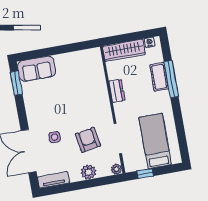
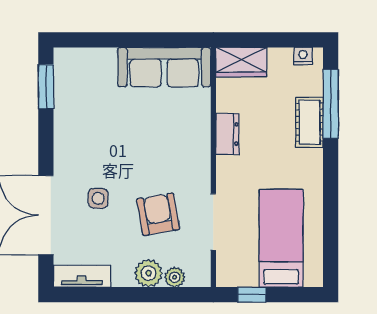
wardrobe: (124, 50) -> (241, 62), width x0.67
sofa: (37, 69) -> (164, 67), moved, width x1.36
window: (171, 79) -> (331, 104), moved
plant: (116, 169) -> (175, 277), moved

